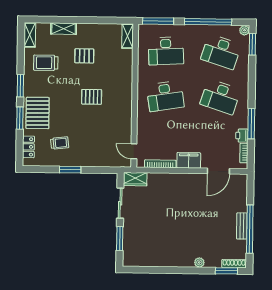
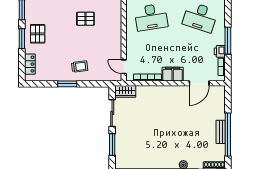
pallet: (38, 113) -> (38, 34), width x0.67, depth x0.71
trolley: (60, 143) -> (80, 66), moved

